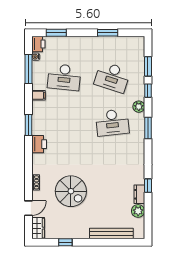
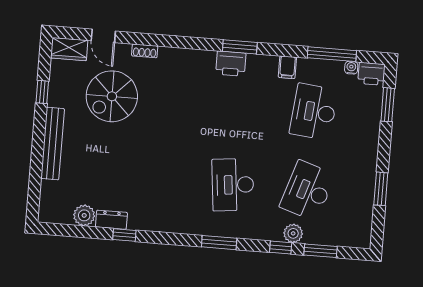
plant: (139, 107) -> (293, 233), moved
printer: (39, 144) -> (231, 64), moved
spiral stairs: (71, 191) -> (112, 96), moved
bench: (111, 234) -> (53, 144), moved

